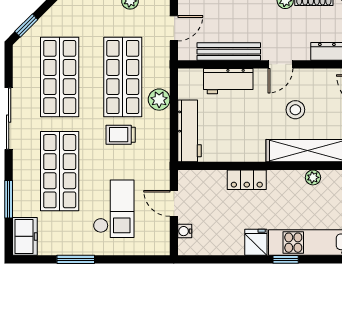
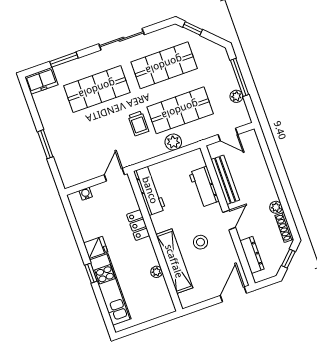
door: (280, 64) -> (229, 220), swing flipped
workbench: (189, 131) -> (150, 190), moved, turned -90
trolley: (121, 135) -> (138, 123), turned 180
door: (174, 203) -> (114, 175), moved
checkout: (114, 209) -> (84, 137), removed
window: (76, 259) -> (45, 144), moved

